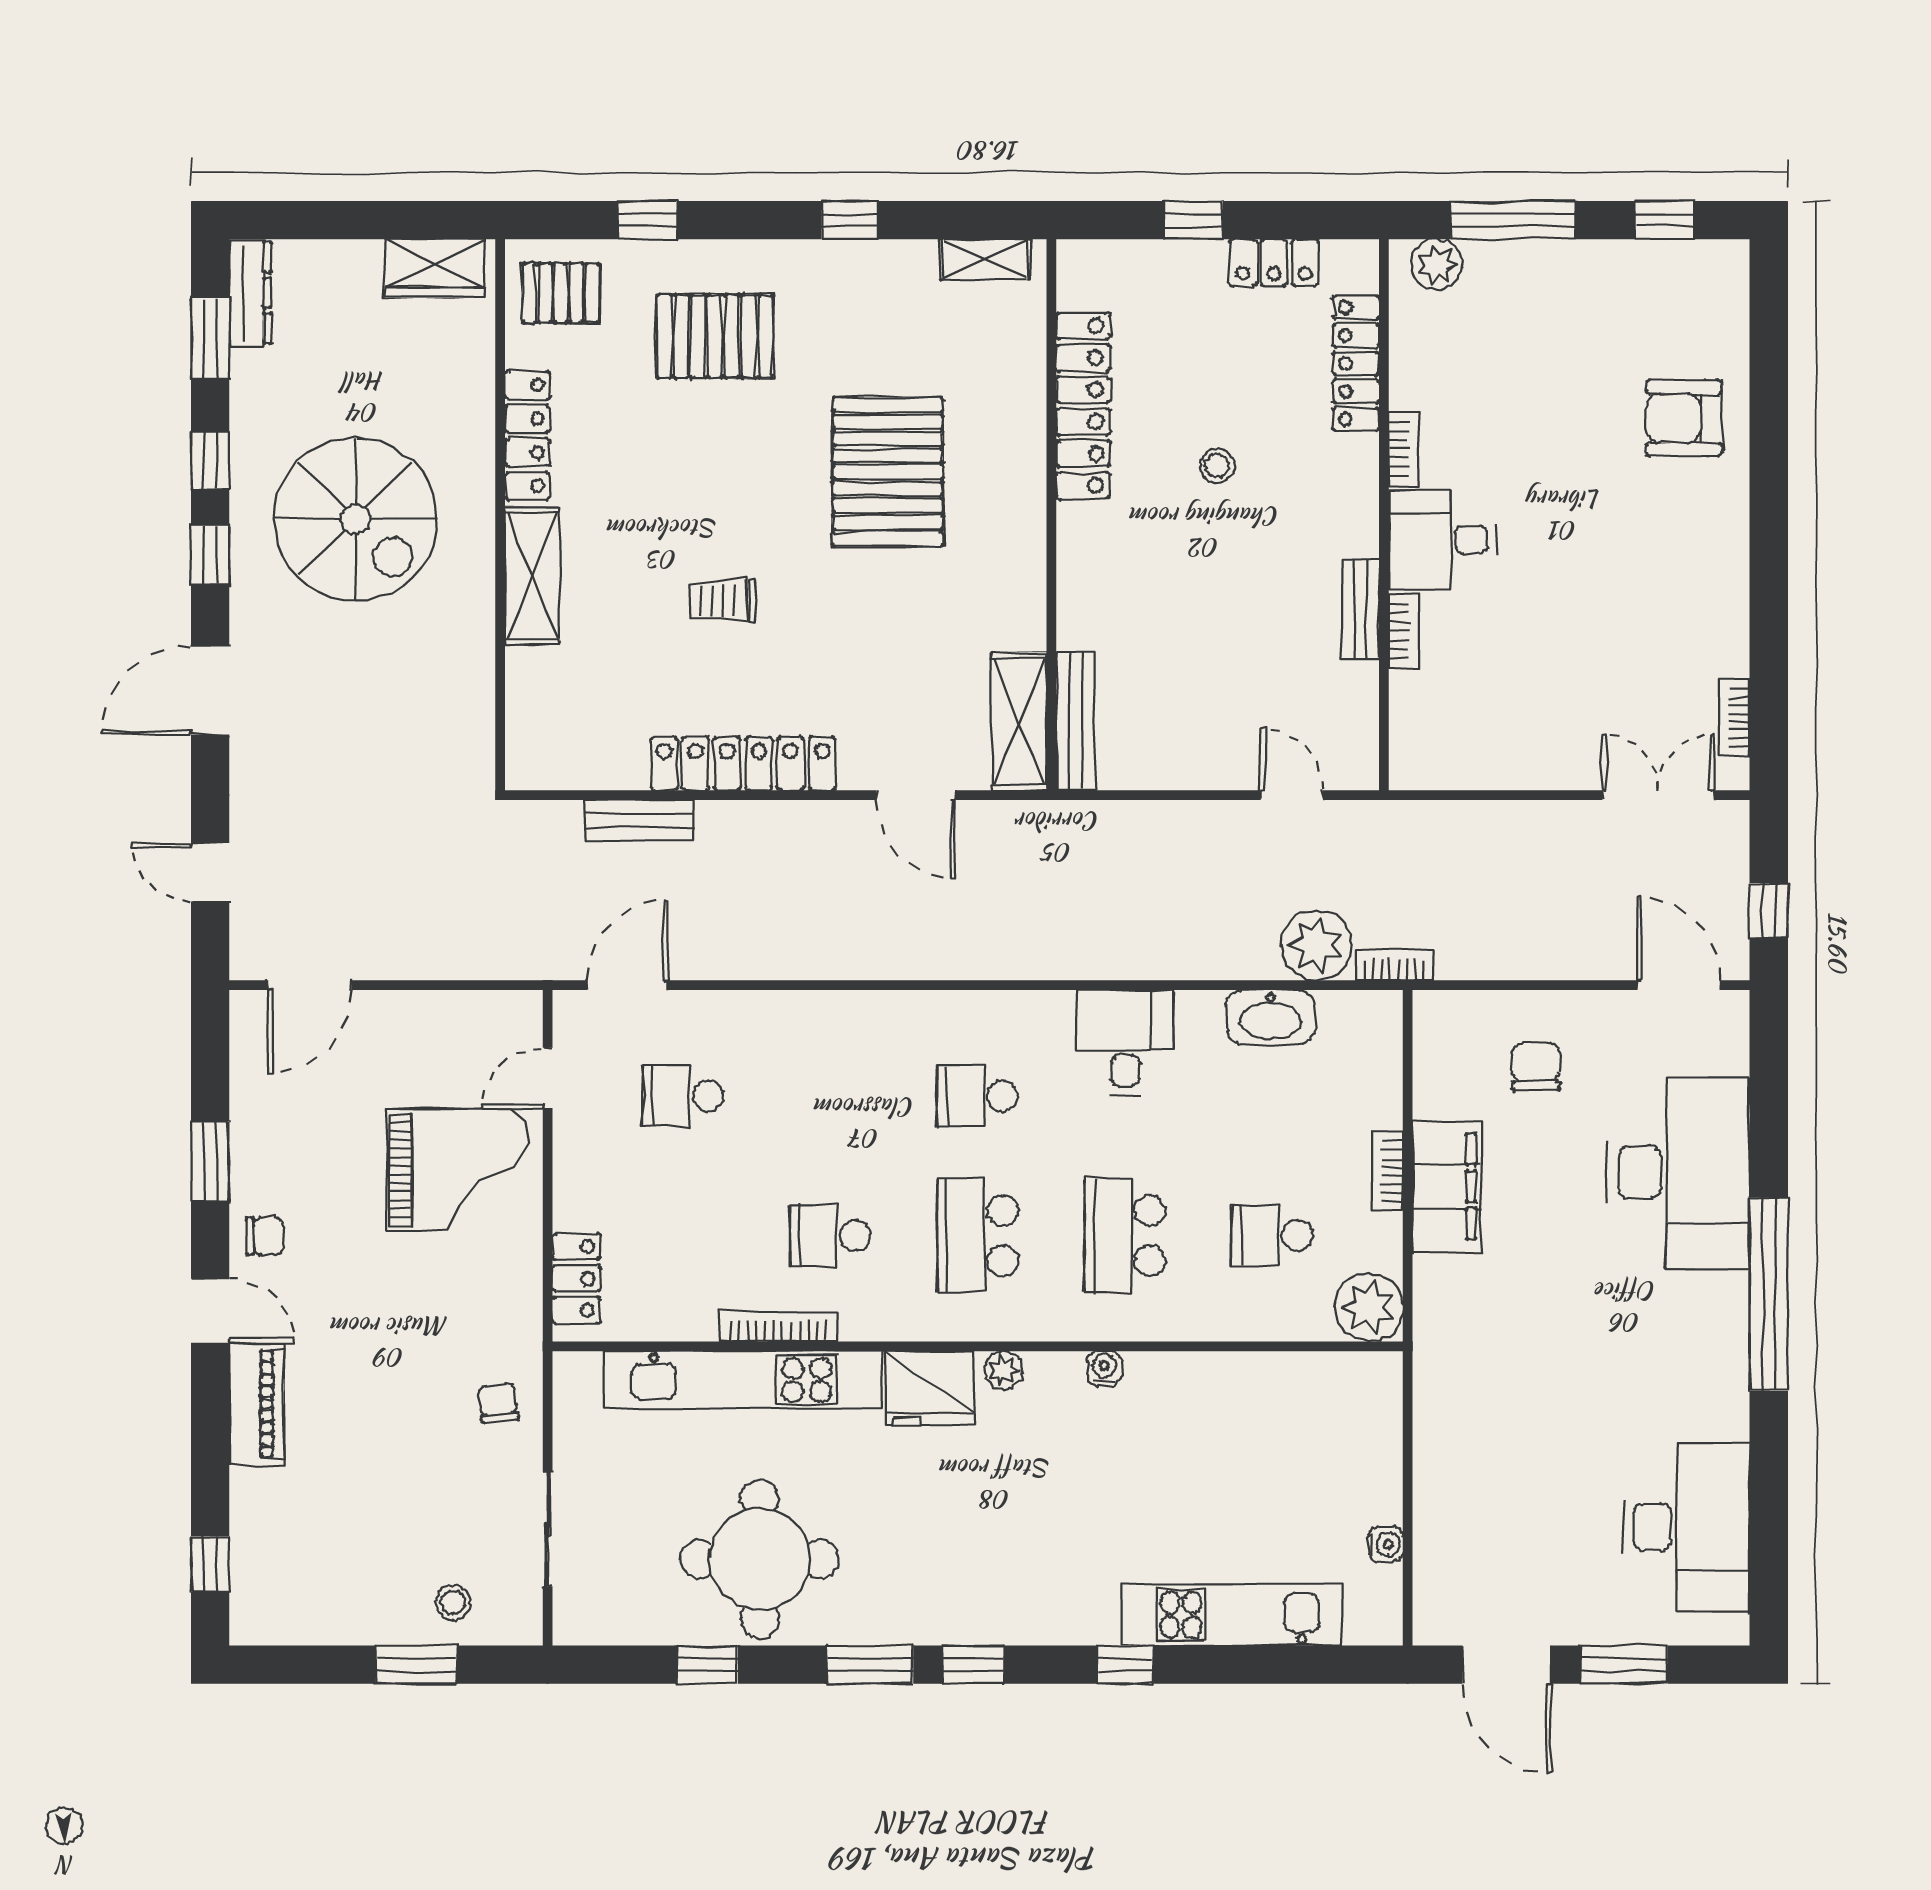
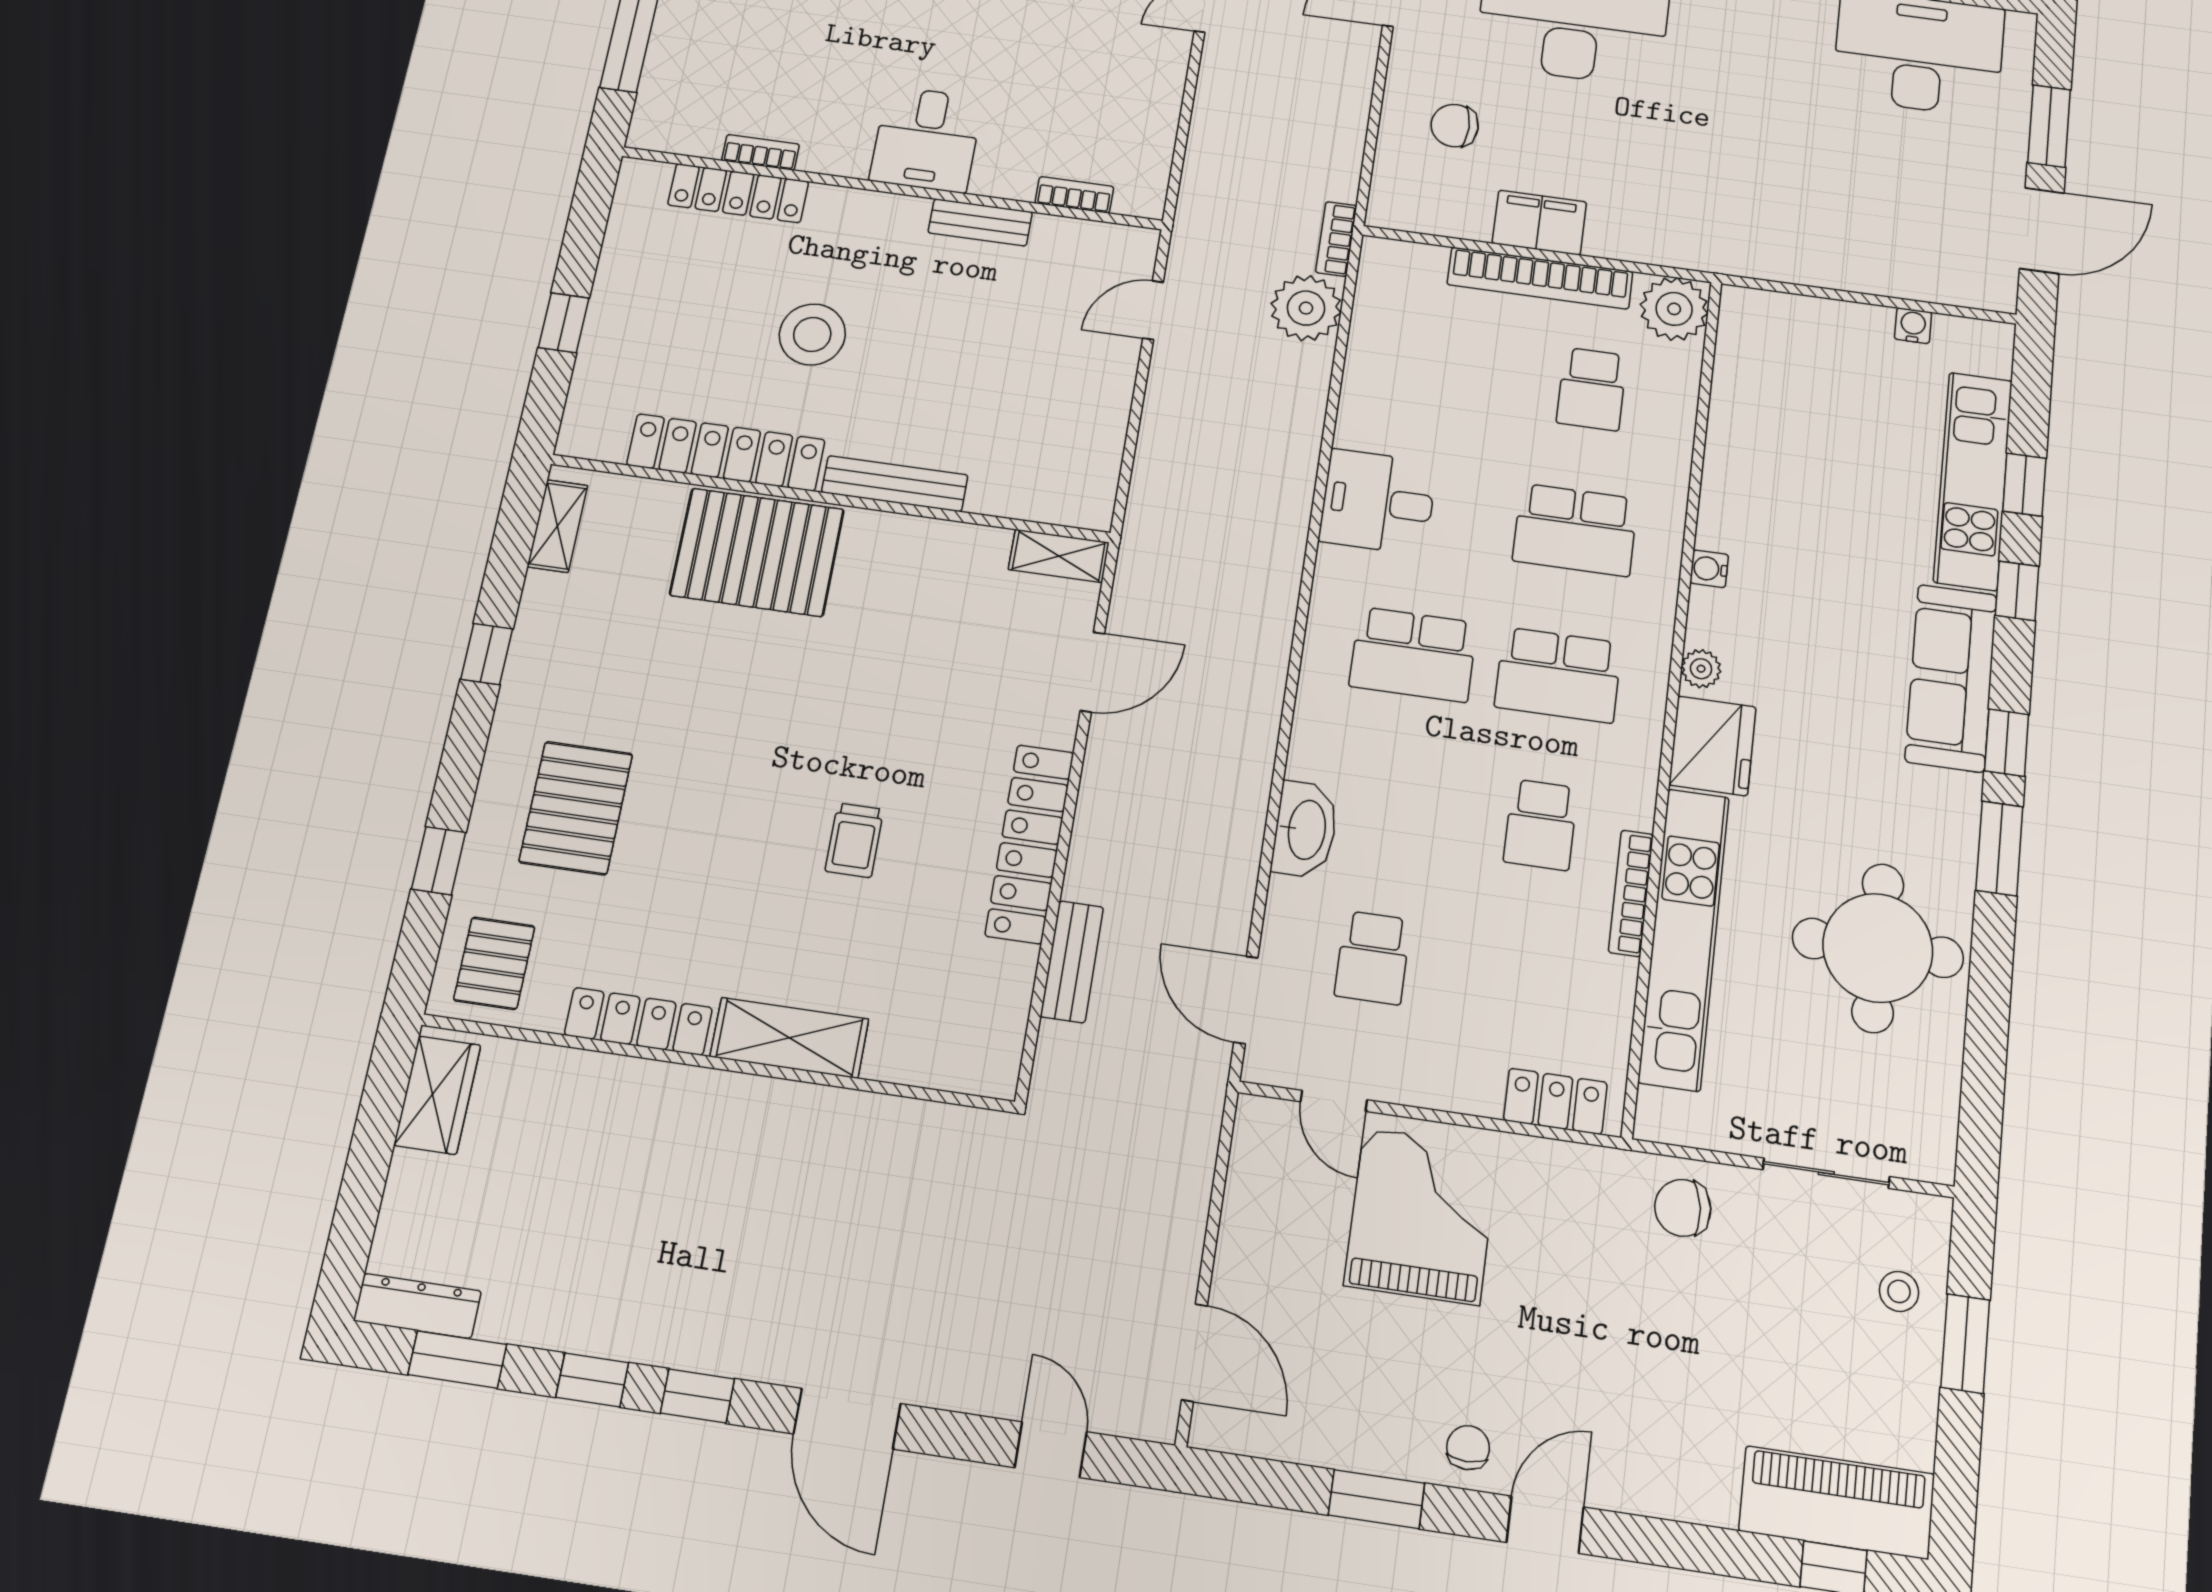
locker: (1274, 263) -> (623, 254), removed
plant: (1436, 265) -> (658, 108), removed
bookcase: (1404, 449) -> (761, 152), moved
stool: (1217, 466) -> (812, 334), width x1.89, depth x1.89
pallet: (888, 472) -> (757, 552), moved
spiral stairs: (355, 519) -> (690, 1224), removed
bookcase: (1404, 631) -> (1074, 195), moved
shelving: (1019, 721) -> (1059, 556), width x0.67, depth x0.75
bench: (1075, 721) -> (895, 484), moved
door: (210, 872) -> (1051, 1450), swing flipped
washbasin: (1270, 1017) -> (1305, 830), moved
school desk: (978, 1096) -> (1413, 654), width x1.85
bookcase: (1387, 1172) -> (1540, 278), width x2.31, depth x1.31
filing cabinet: (1447, 1186) -> (1539, 223), width x0.67, depth x0.86
chair: (498, 1403) -> (1683, 1208), width x1.37, depth x1.37
piano: (257, 1404) -> (1837, 1502), moved, width x1.37, depth x1.33
sofa: (1029, 1608) -> (1951, 678), added
window: (708, 1665) -> (2024, 485), moved

